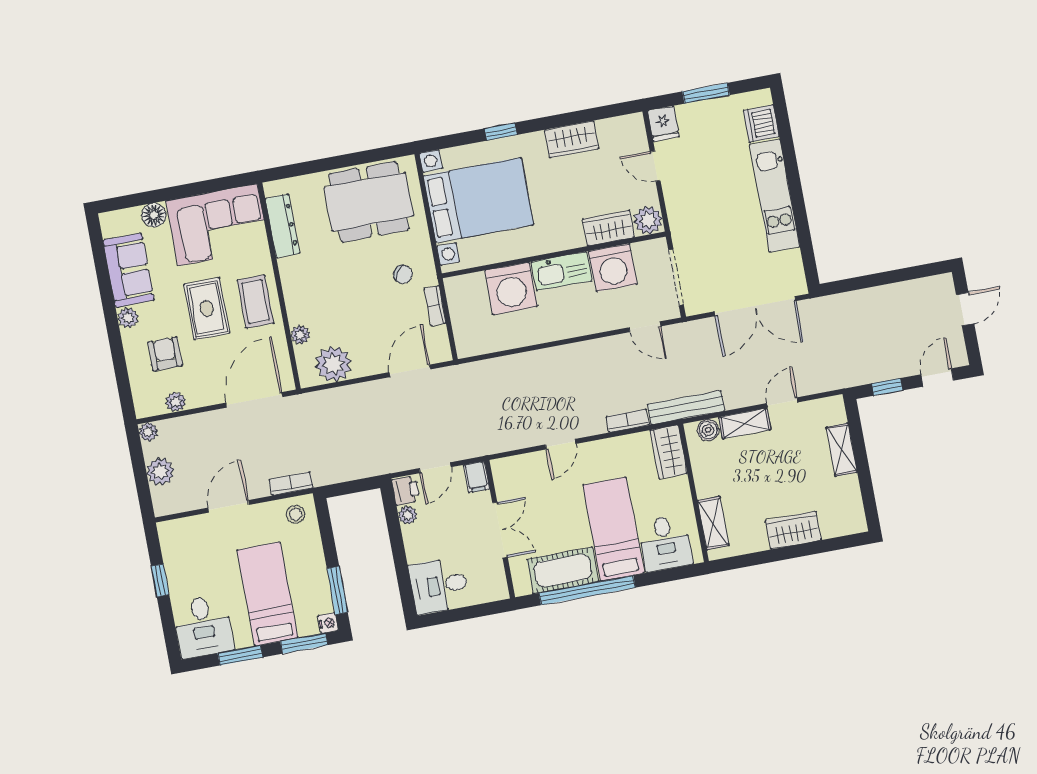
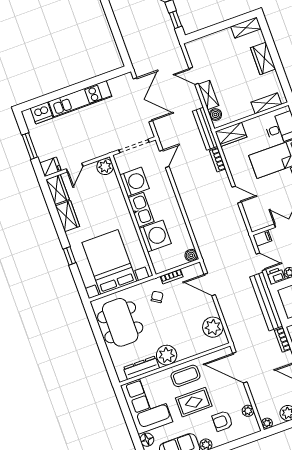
wardrobe: (609, 228) -> (57, 190), moved, turned 180
plant: (300, 335) -> (167, 355), moved, width x1.87, depth x1.87
boiler: (467, 347) -> (191, 255), added
shelving: (842, 450) -> (246, 28), moved
bench: (363, 465) -> (266, 301), added

